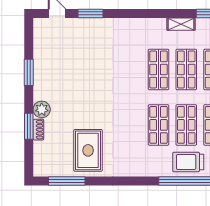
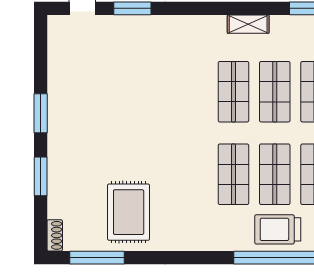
shelving: (181, 24) -> (248, 24), moved
window: (29, 72) -> (41, 113), moved
plant: (42, 109) -> (60, 151), removed
shoe rack: (38, 130) -> (55, 235), moved

